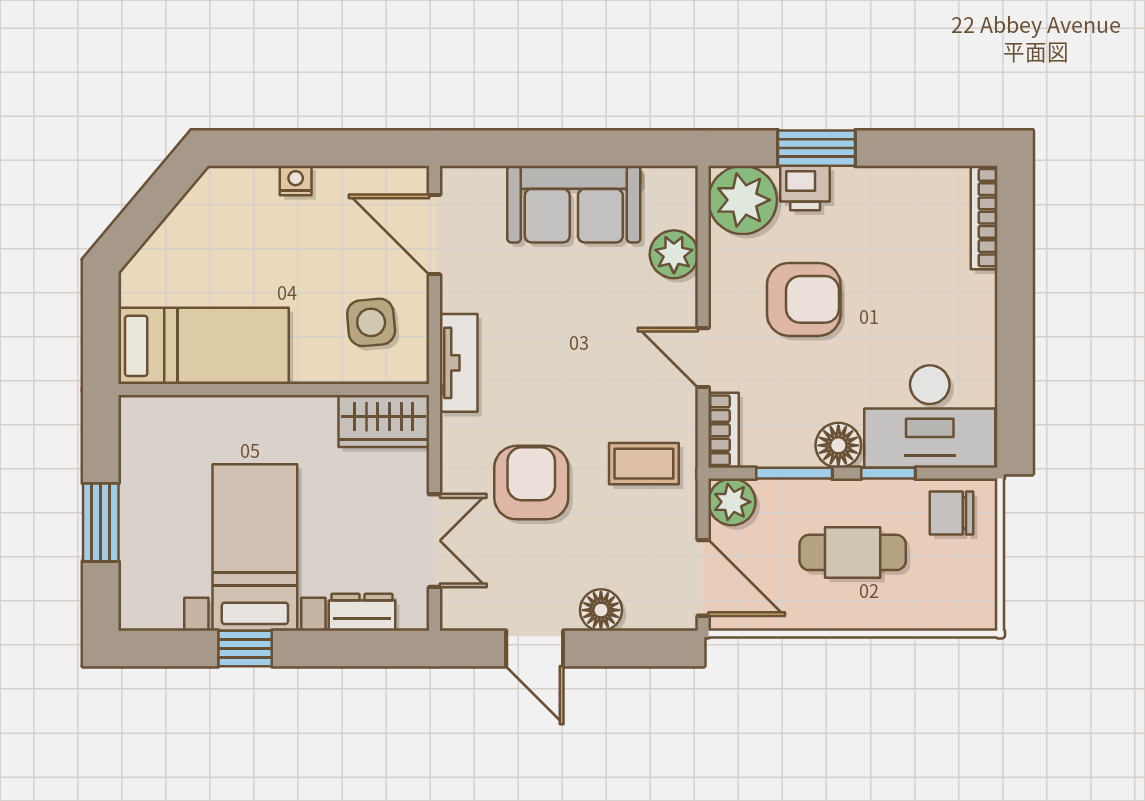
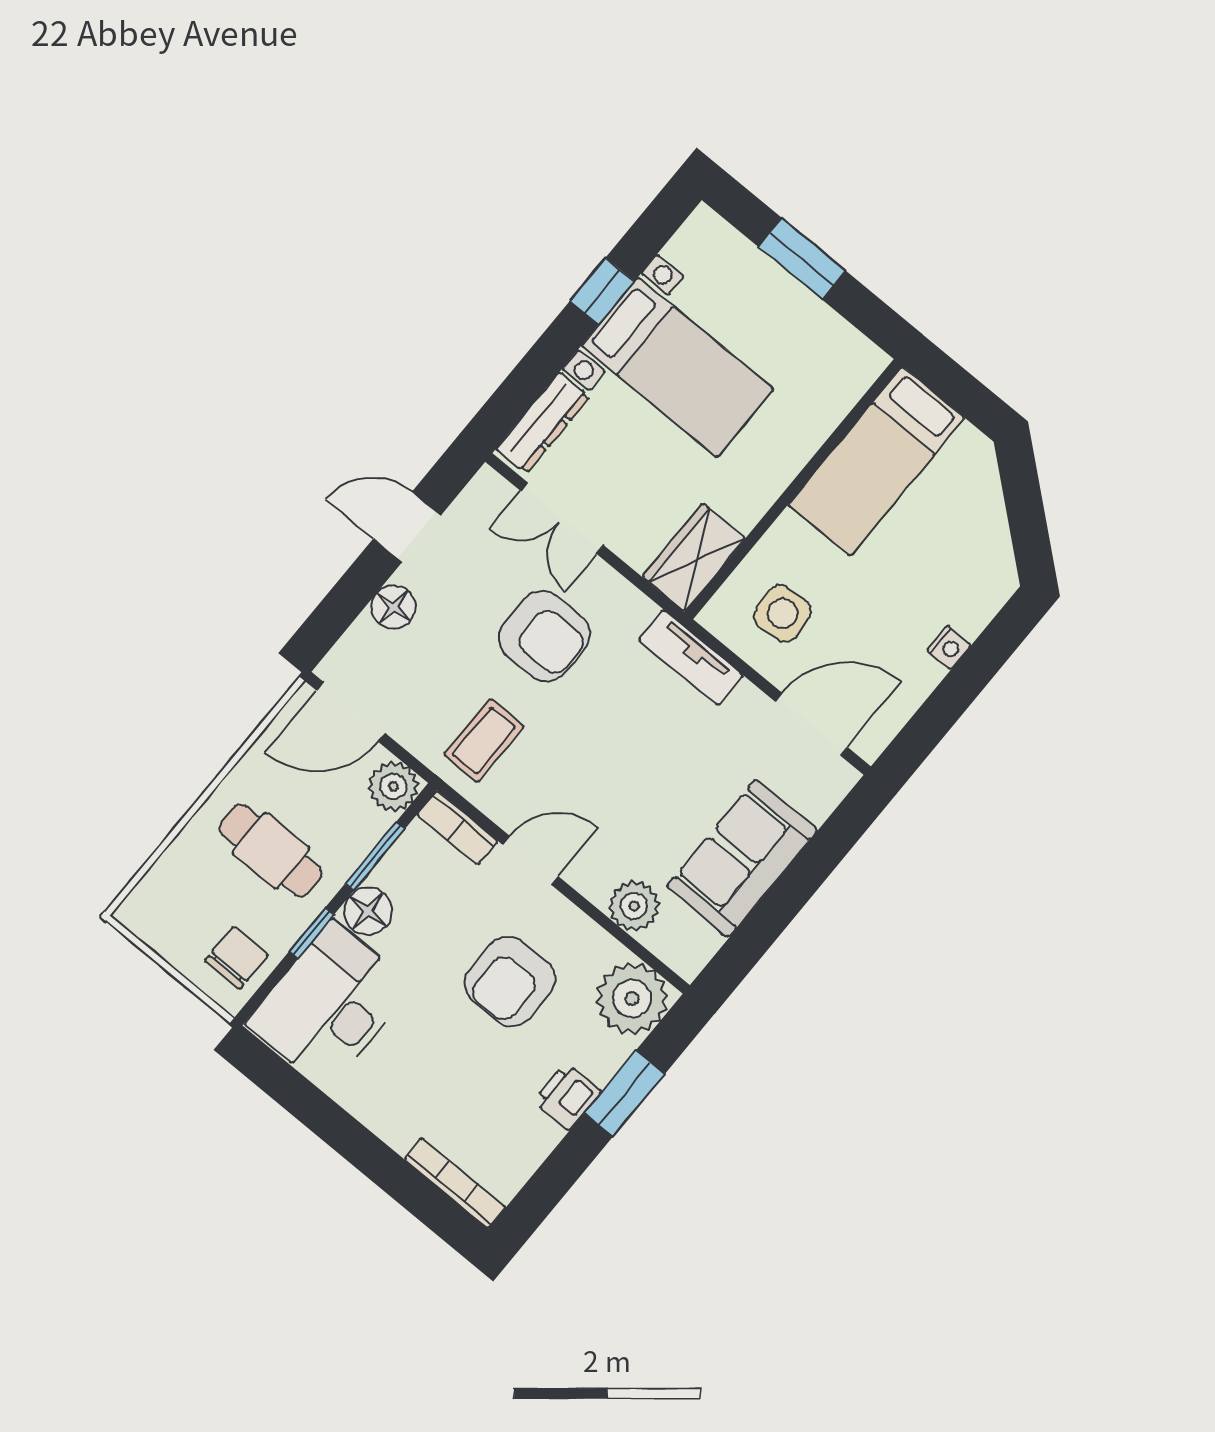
printer: (805, 188) -> (567, 1096), moved
cafe table: (853, 552) -> (271, 851), turned 90
dresser: (362, 612) -> (543, 423), width x1.44

